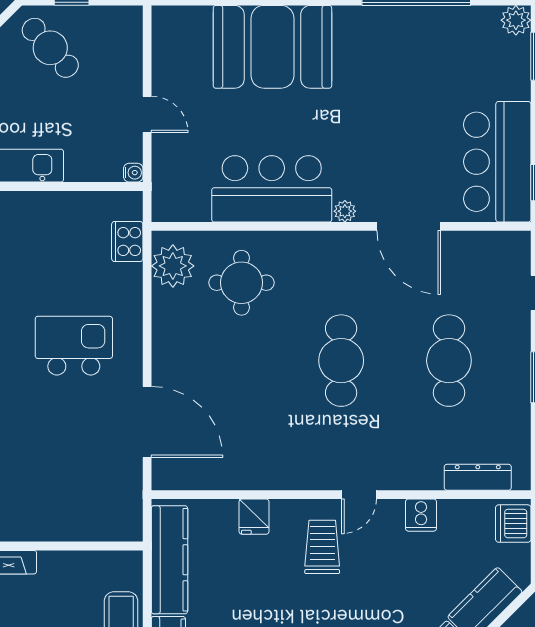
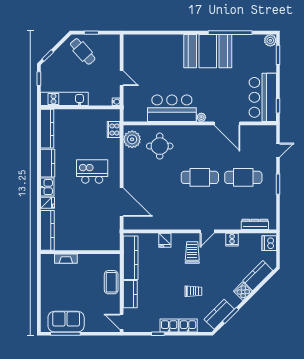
booth: (272, 47) -> (208, 51), moved
cafe table: (341, 361) -> (200, 177), turned 90
cafe table: (449, 361) -> (243, 177), turned 90

